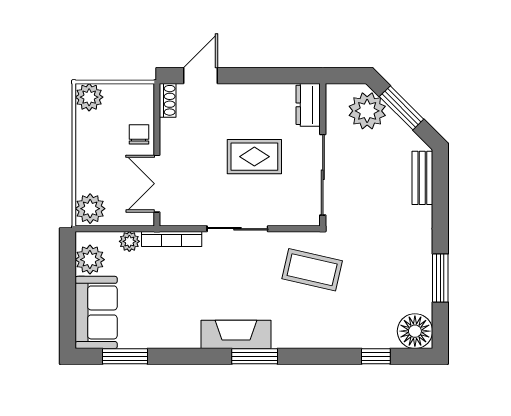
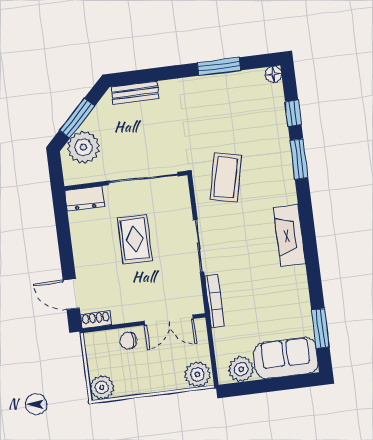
plant: (129, 241) -> (221, 337), removed
floor lamp: (415, 331) -> (273, 74), width x0.53, depth x0.53
window: (255, 356) -> (299, 159), moved

